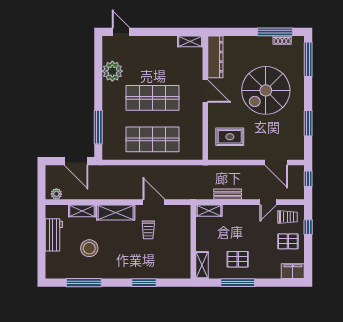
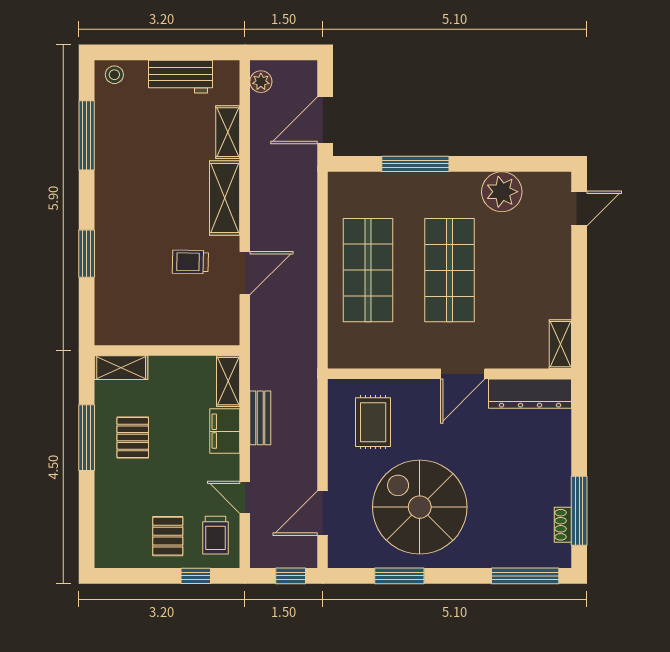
spiral stairs: (266, 90) -> (420, 507), moved
window: (98, 127) -> (415, 164), moved
stool: (89, 248) -> (114, 75), moved, width x0.53, depth x0.53
filing cabinet: (293, 271) -> (225, 431), moved, turned 180

